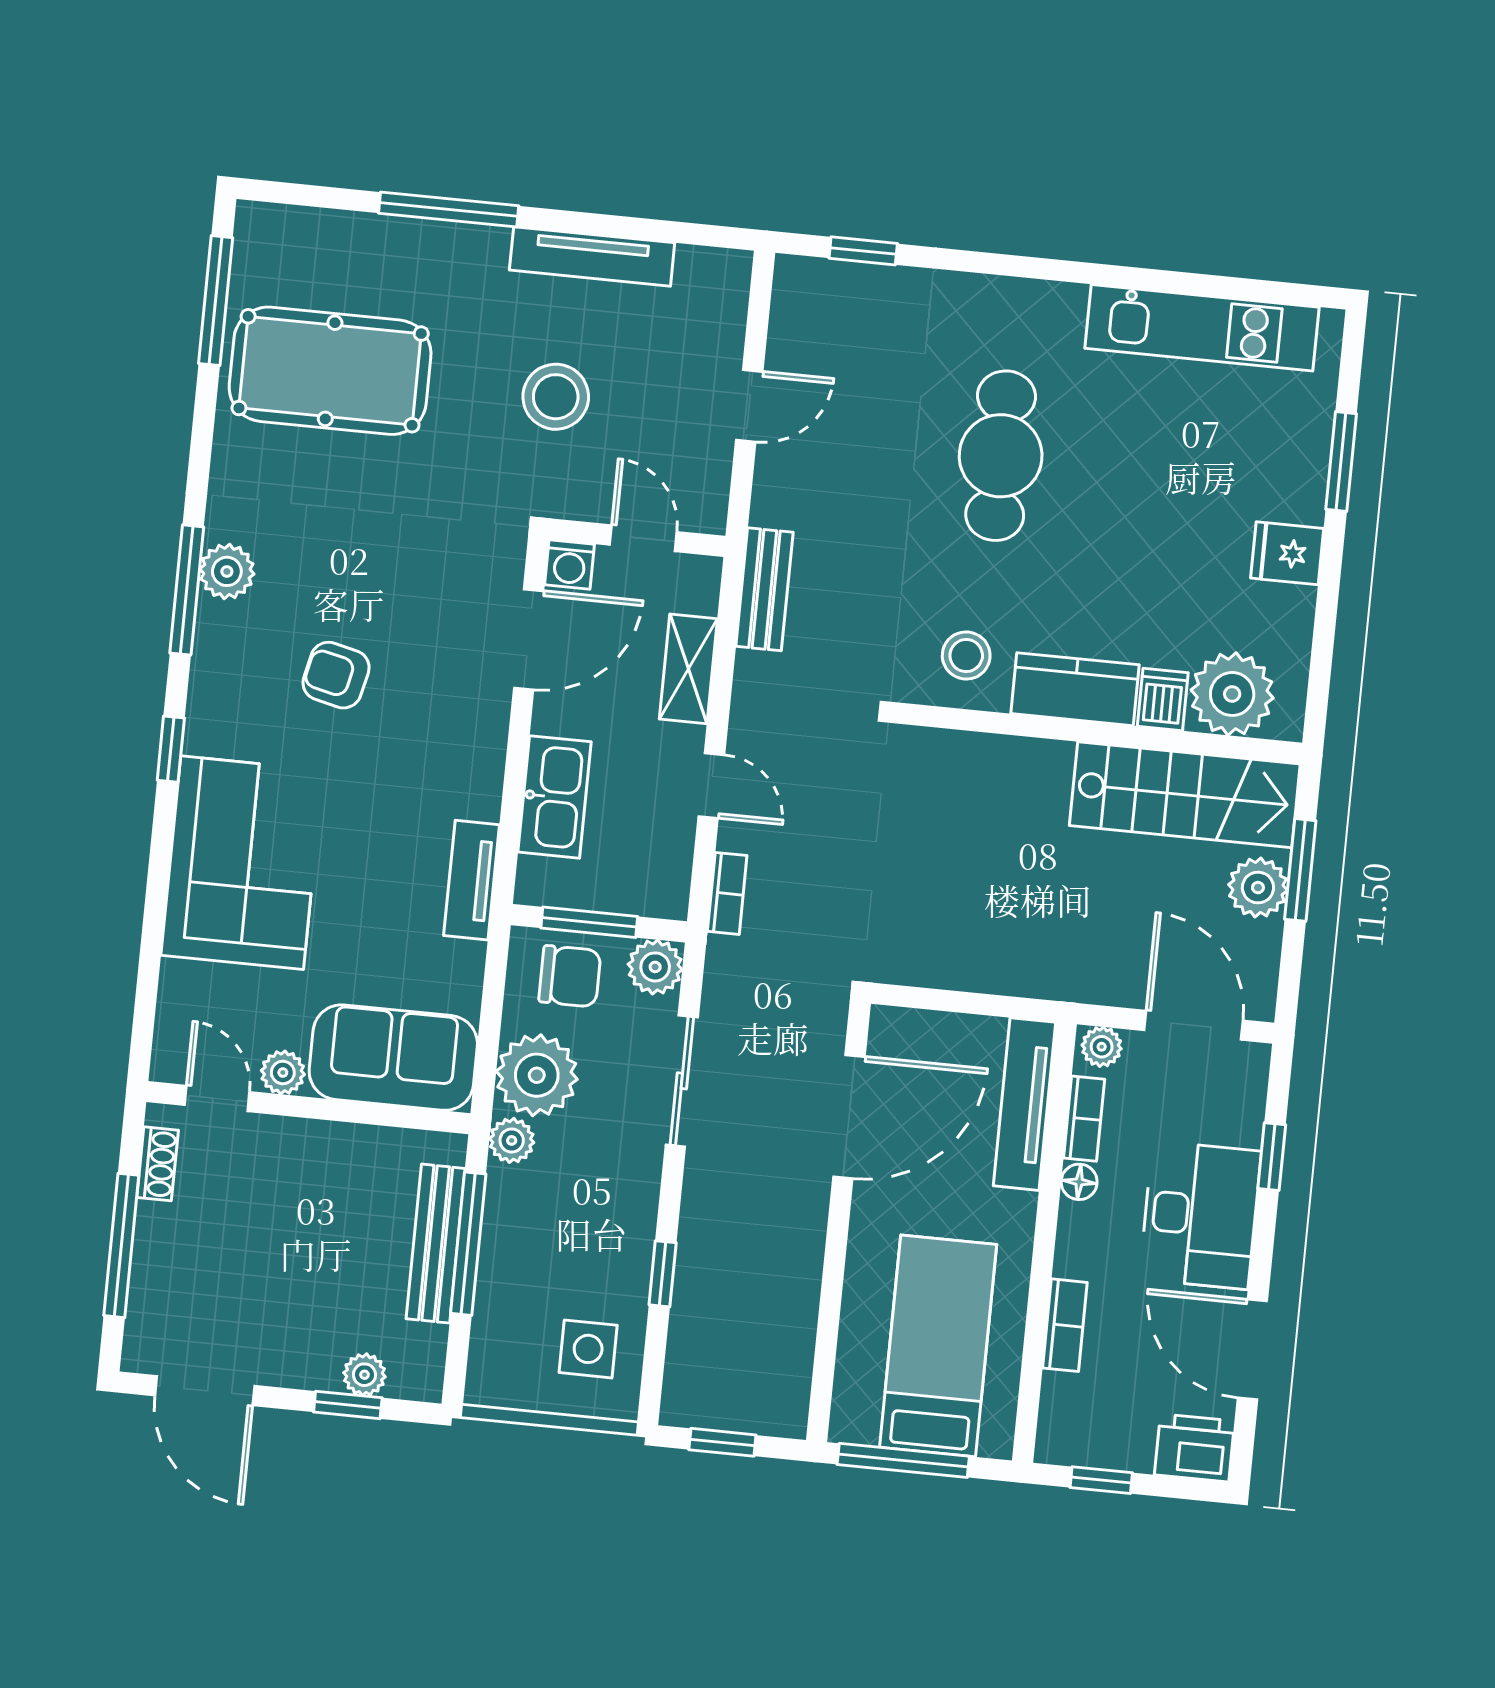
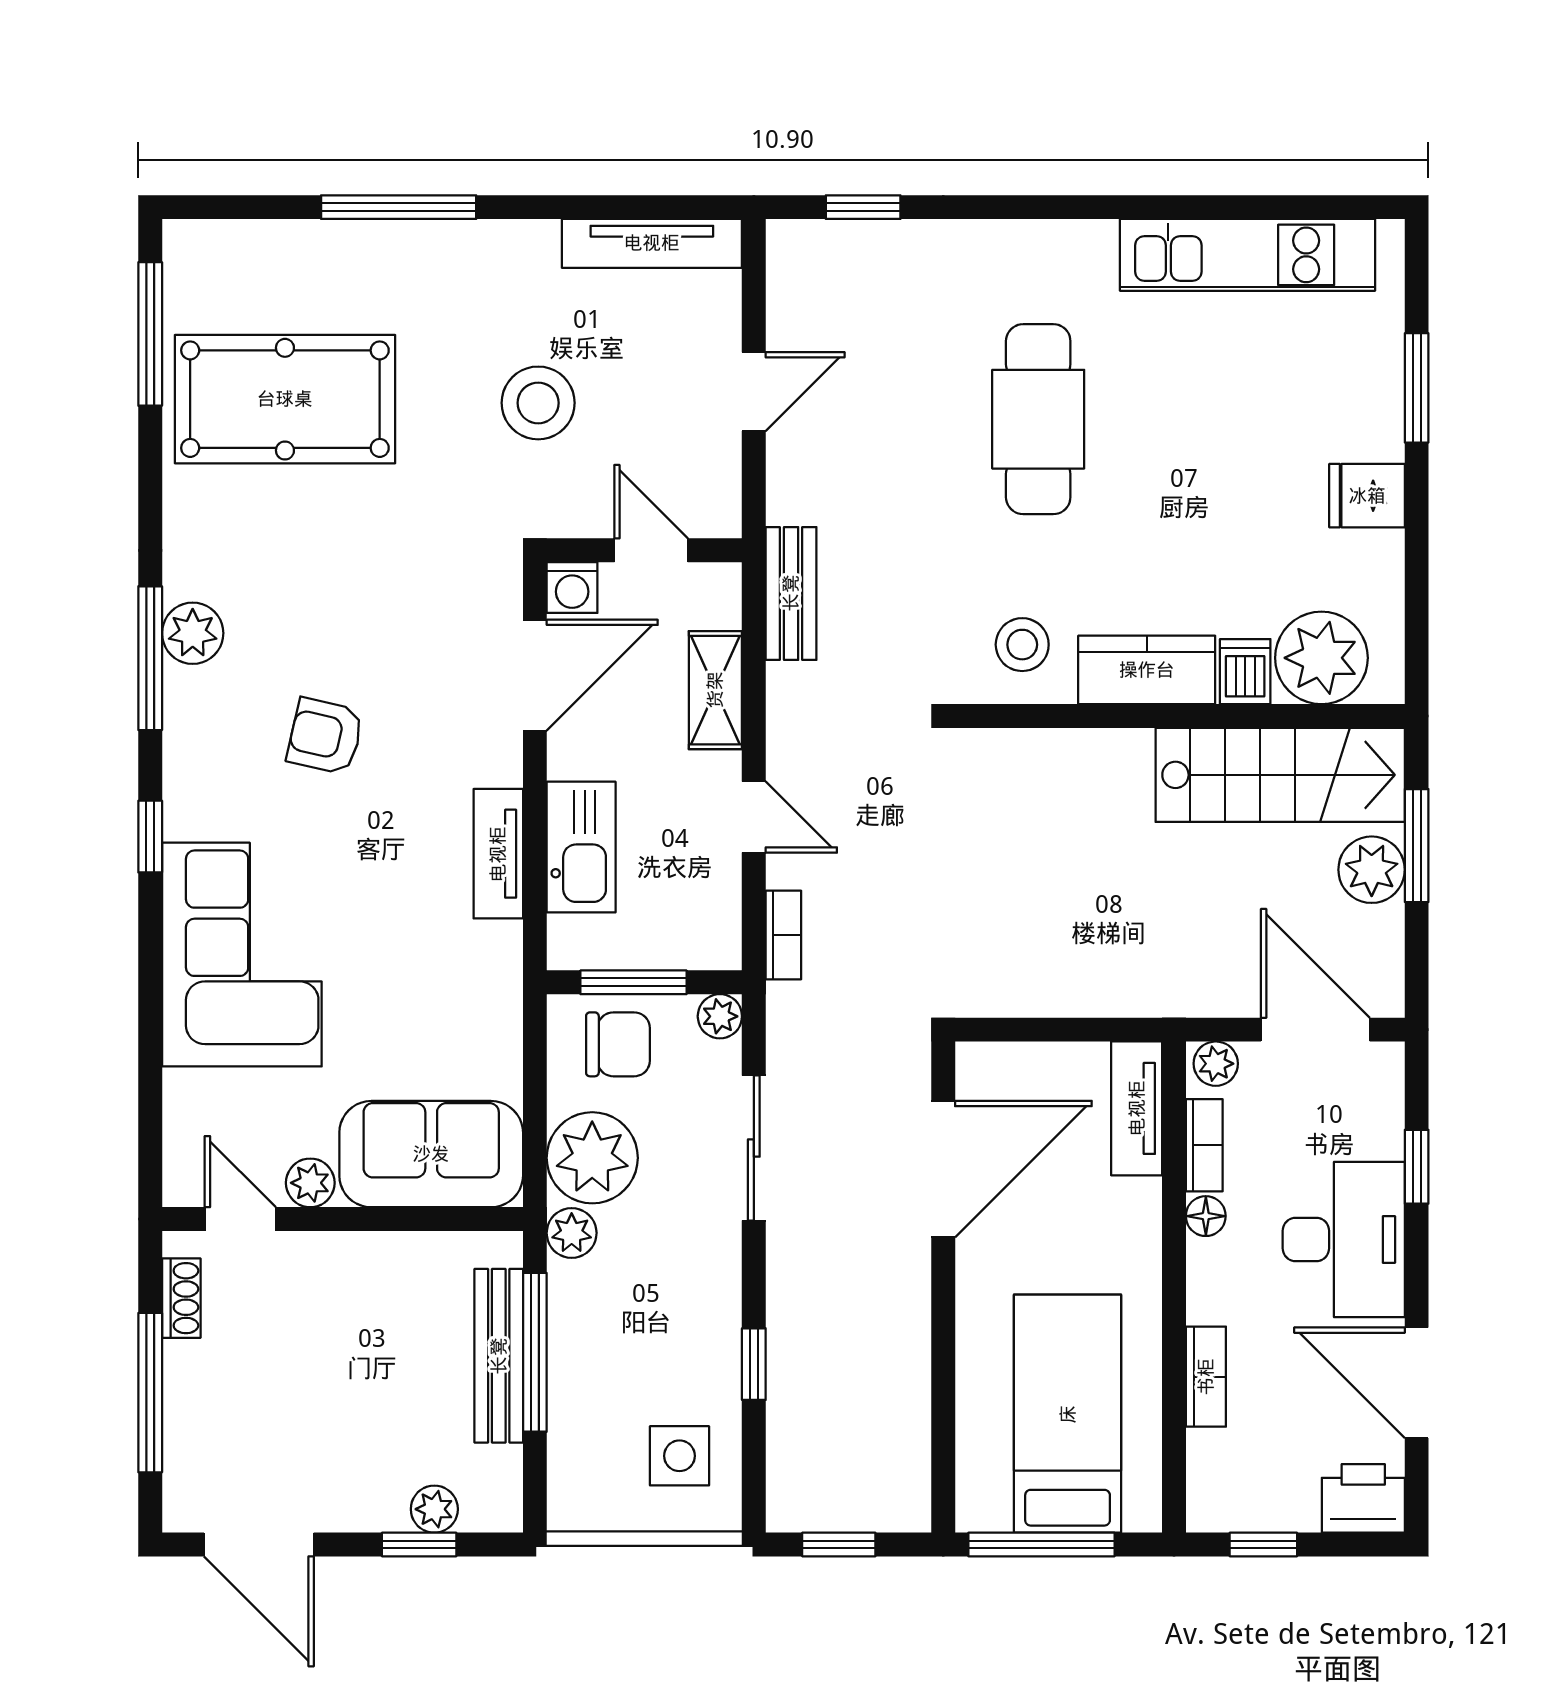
tv unit: (592, 256) -> (652, 243), moved
tv unit: (472, 880) -> (498, 854), moved
plant: (655, 967) -> (720, 1016), width x0.73, depth x0.73
tv unit: (1025, 1104) -> (1137, 1108), width x0.71

